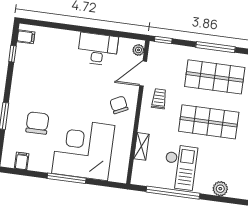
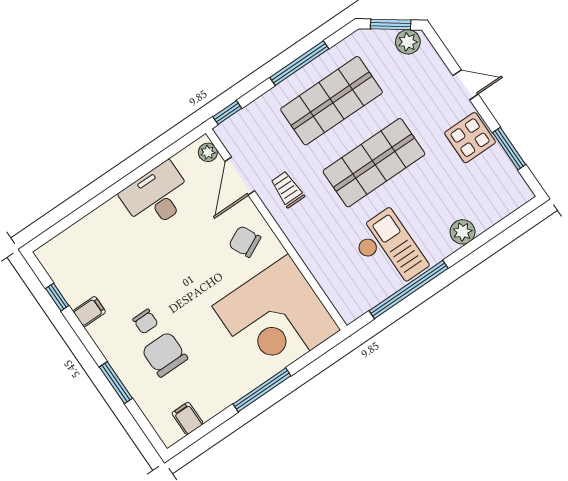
filing cabinet: (26, 37) -> (89, 312), moved
chair: (42, 100) -> (145, 321), added
shelving: (141, 146) -> (319, 268), removed
corner desk: (83, 149) -> (276, 318), moved, turned -90

